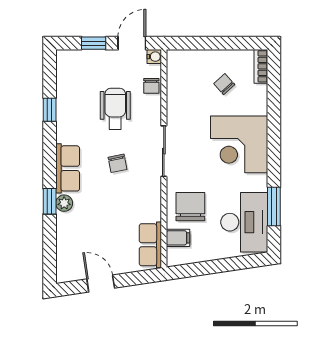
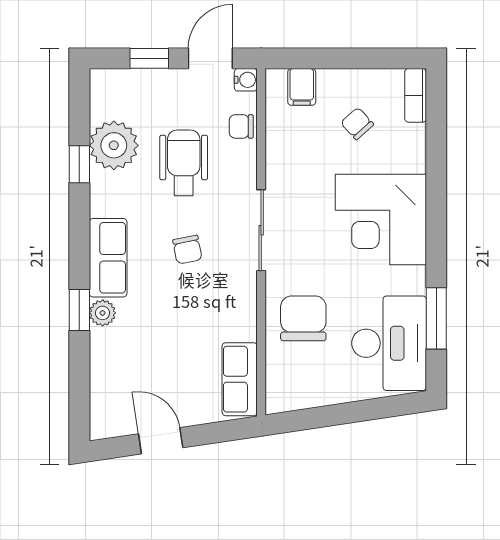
chair: (151, 86) -> (241, 126), turned 90
plant: (71, 98) -> (114, 145), added
filing cabinet: (178, 238) -> (302, 87), moved, turned 90

